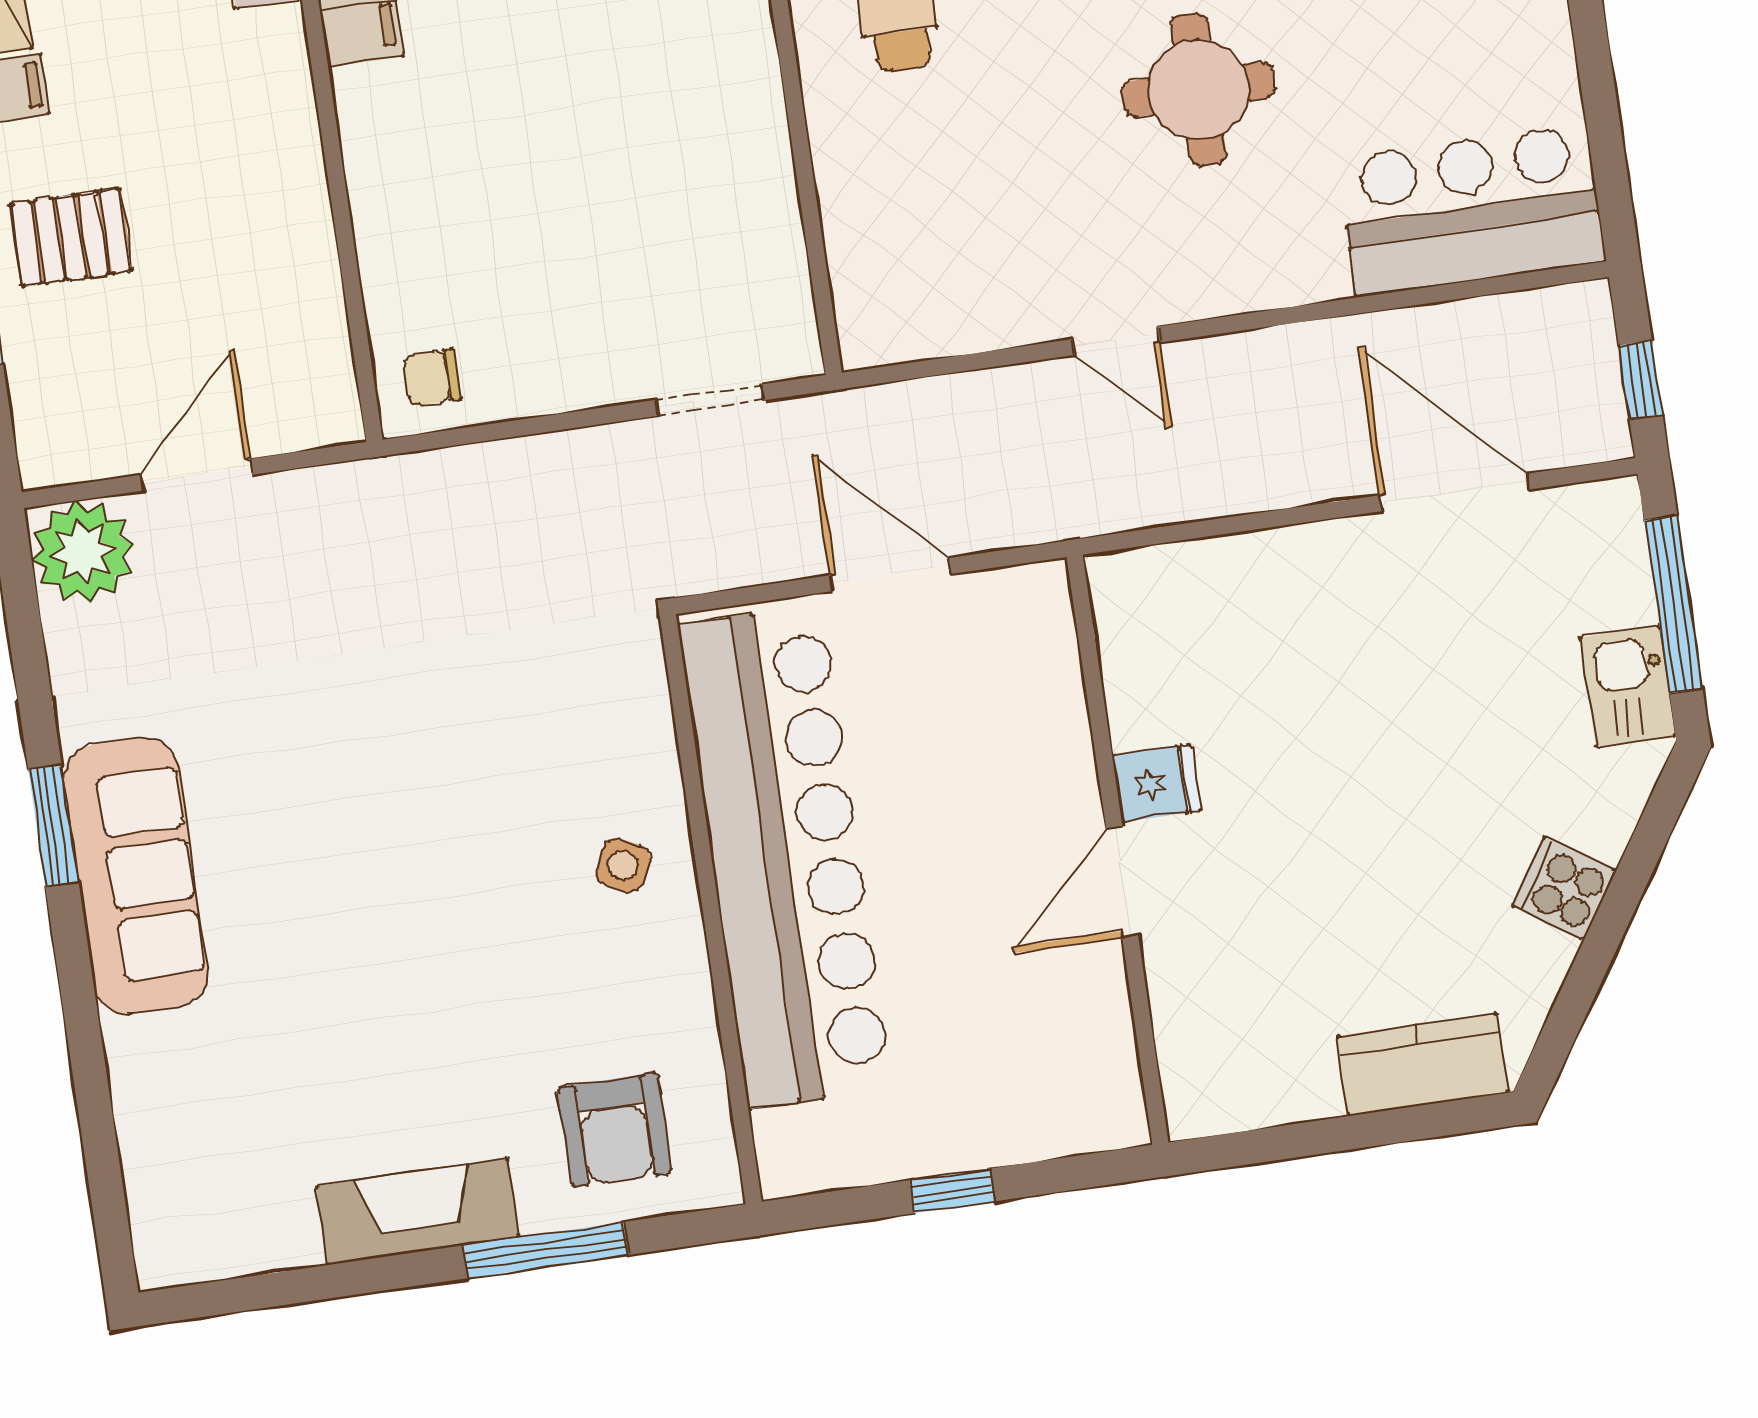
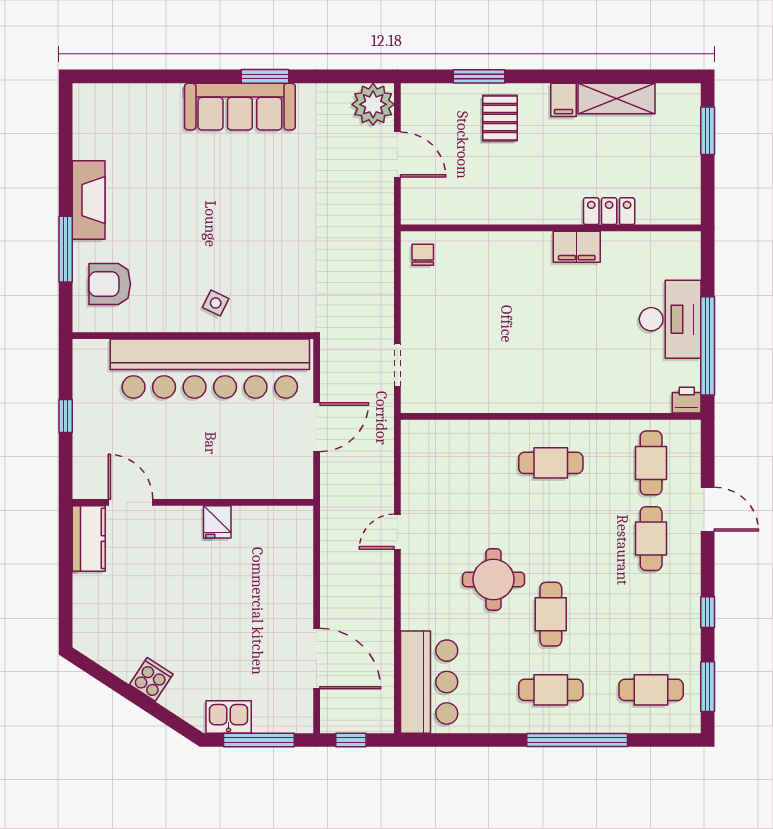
door: (1454, 492) -> (317, 659), hinge flipped
door: (1122, 881) -> (131, 502), moved
kitchen counter: (1423, 1064) -> (89, 538), moved

